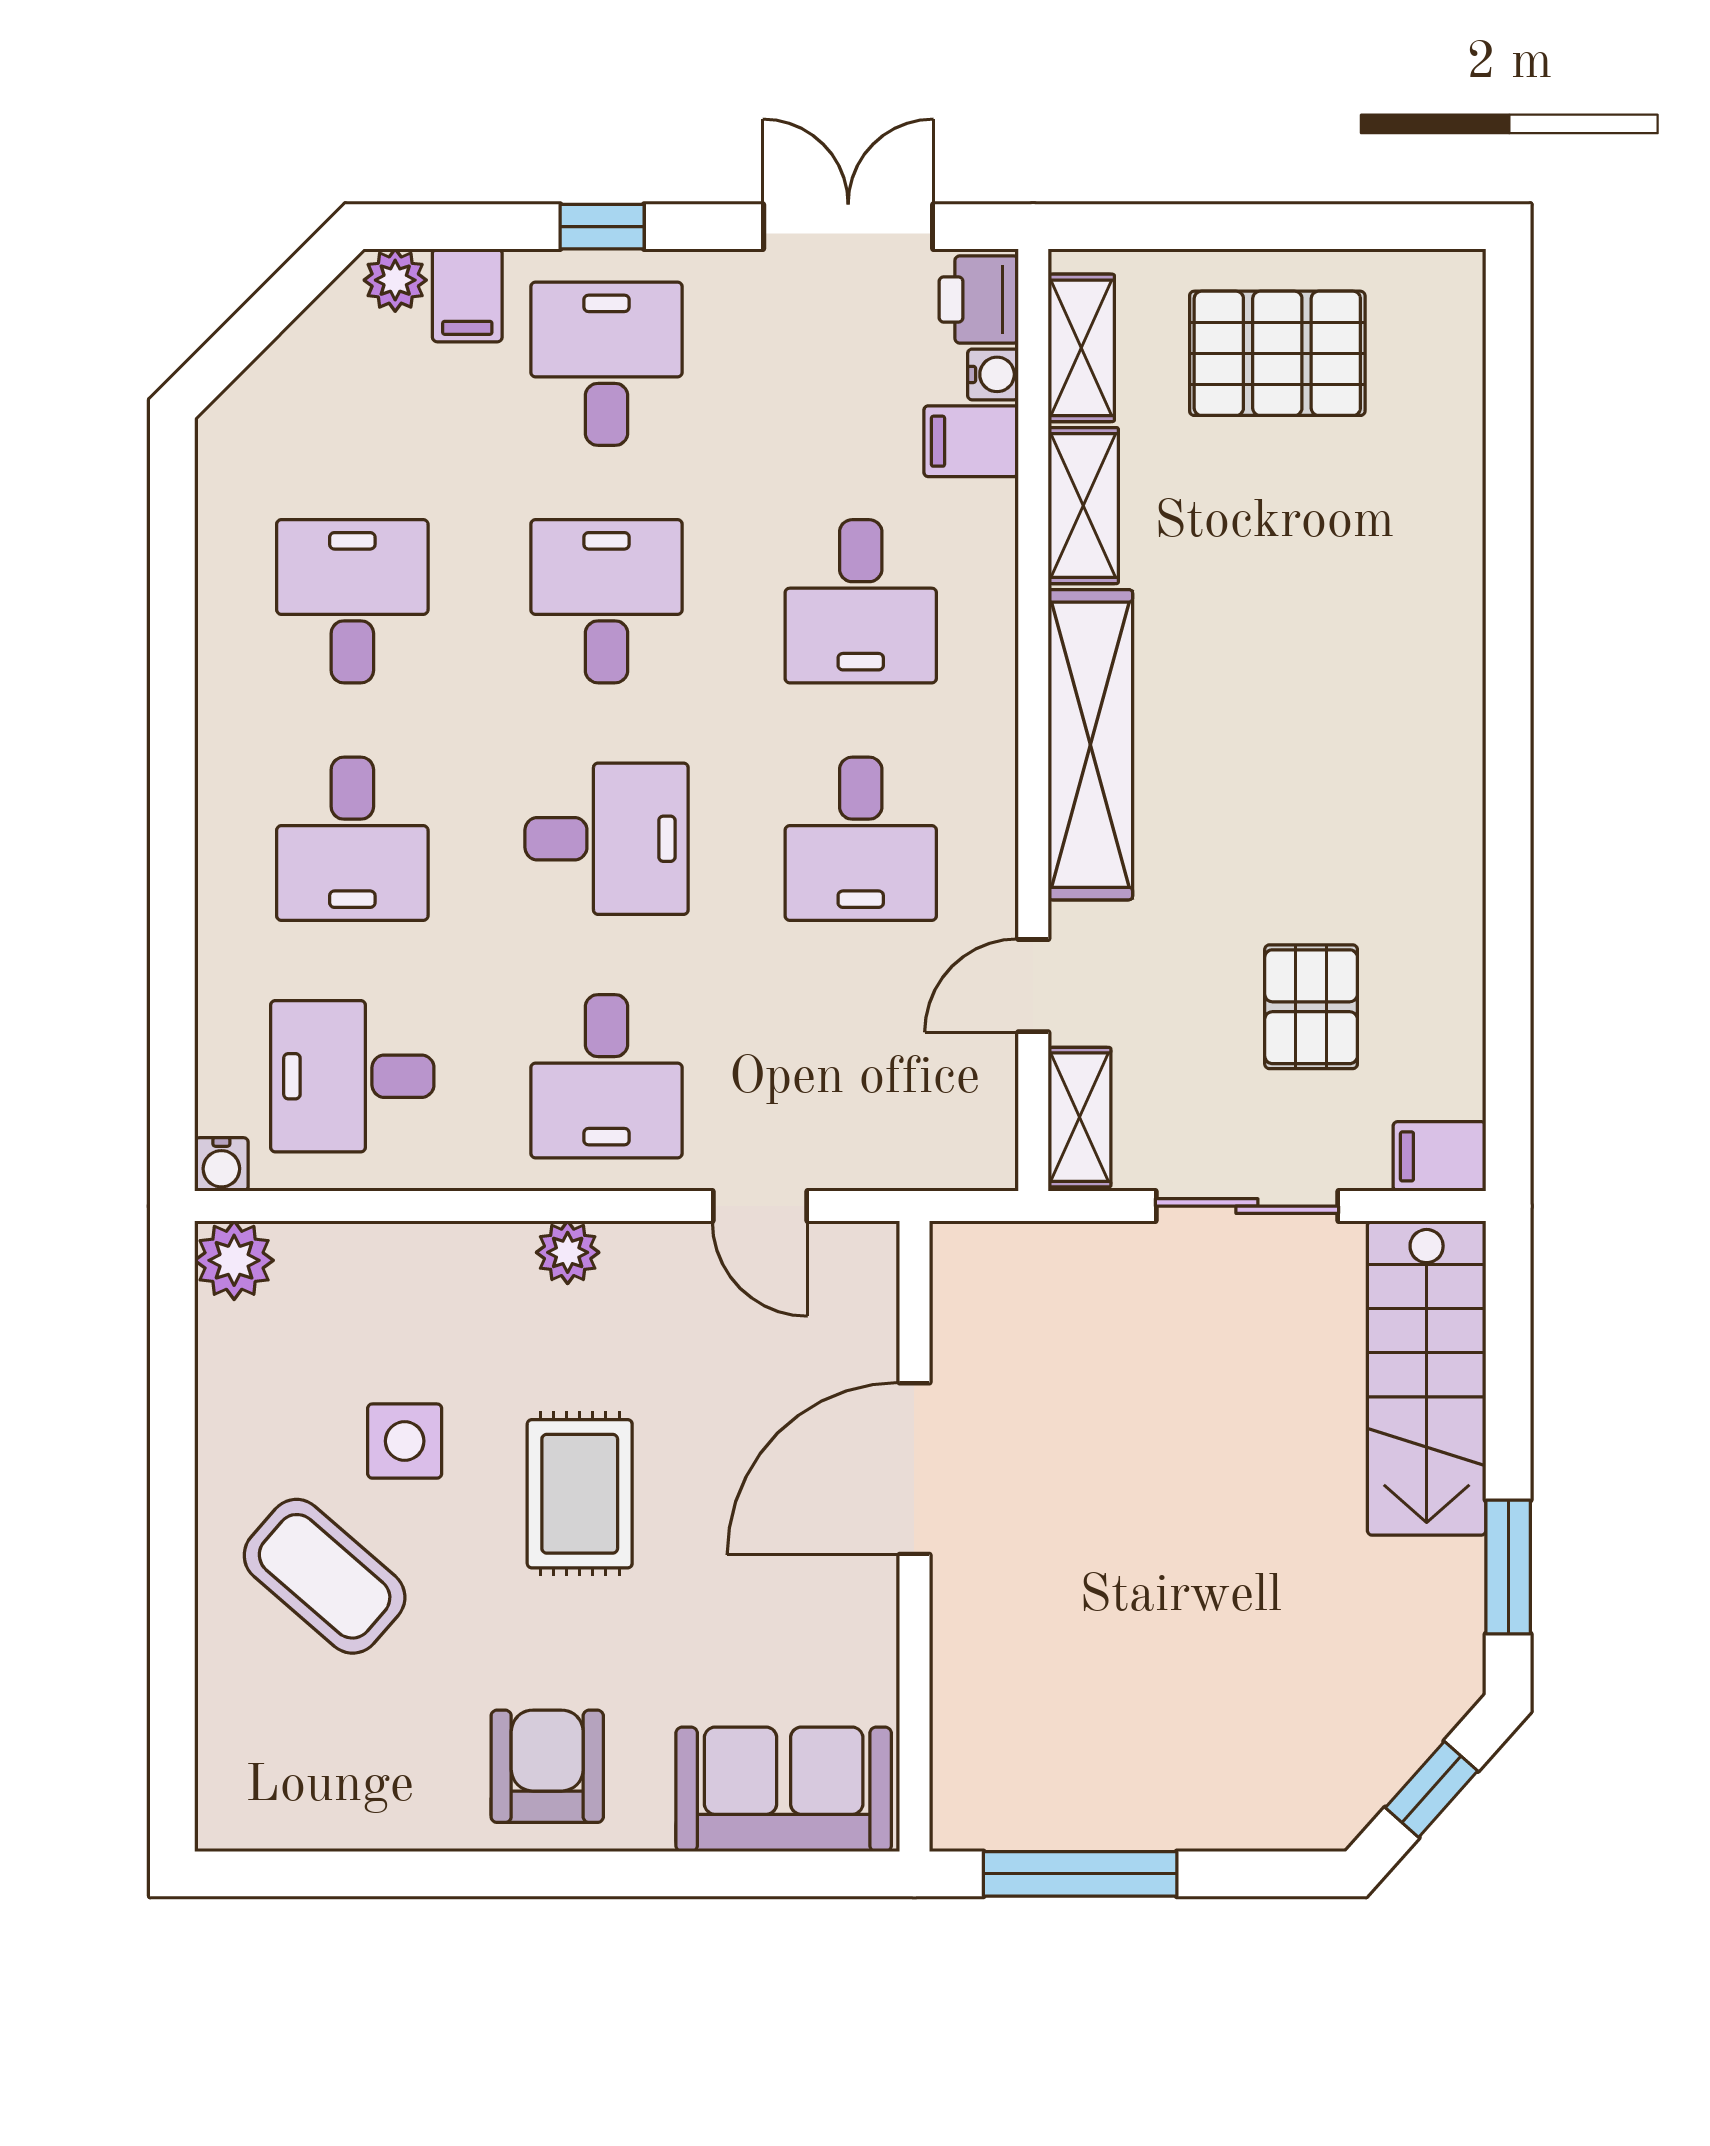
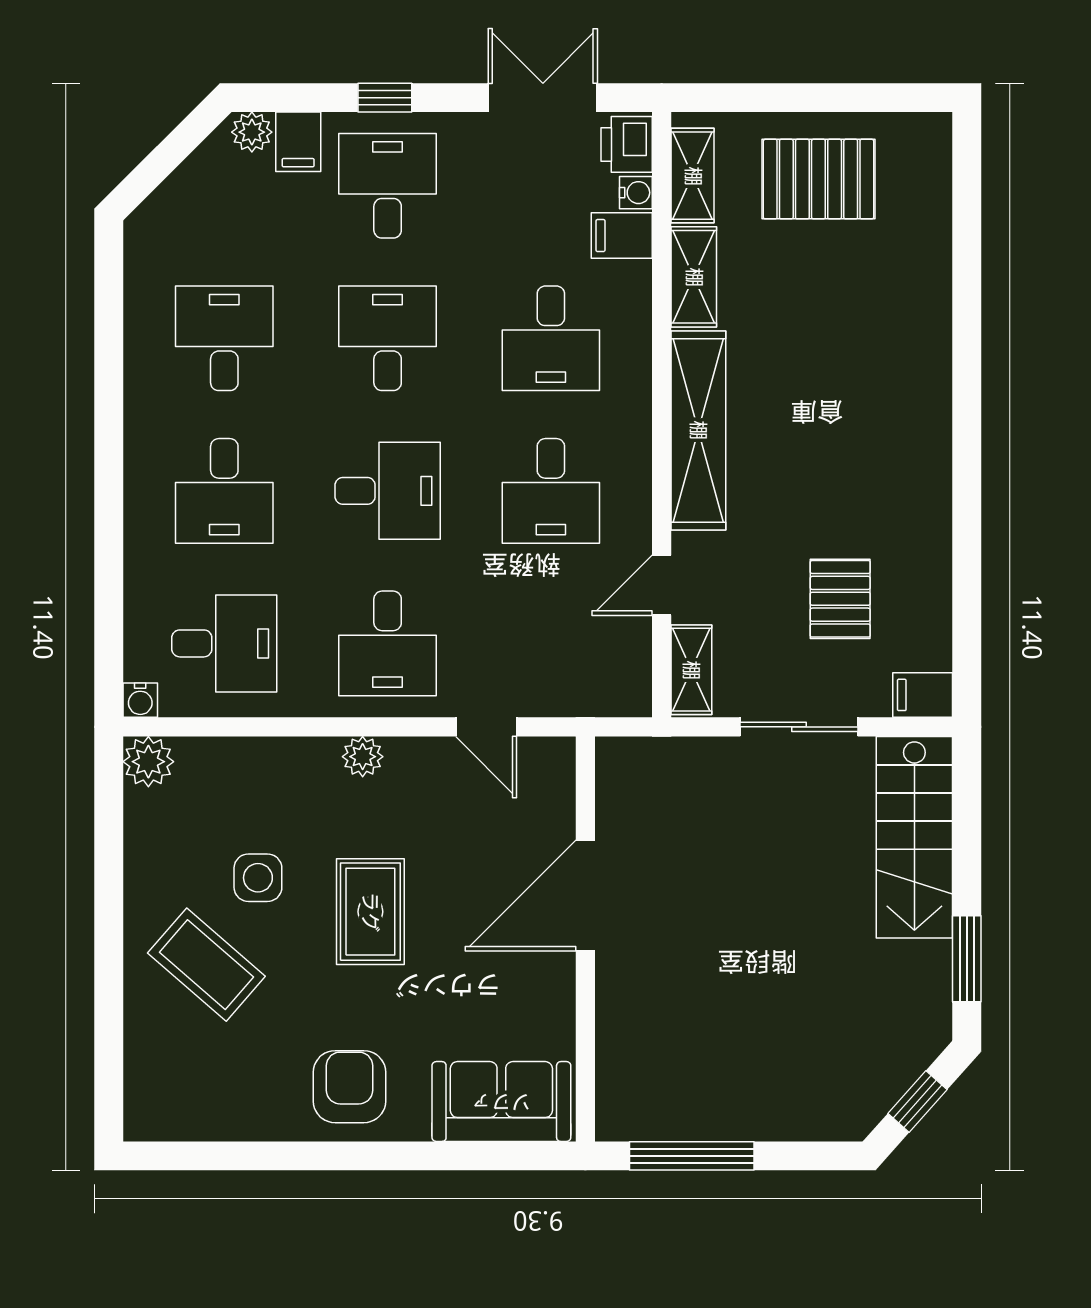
desk: (352, 1076) -> (224, 643), turned 180

